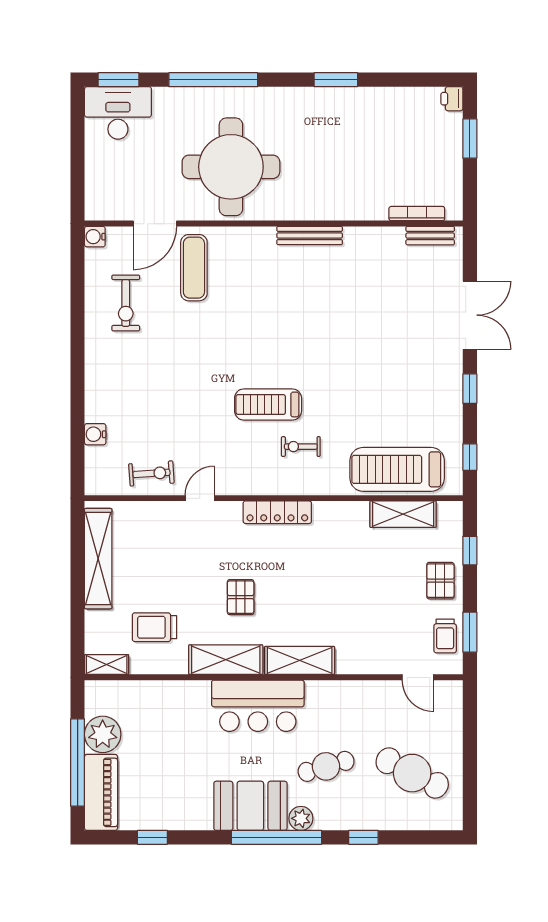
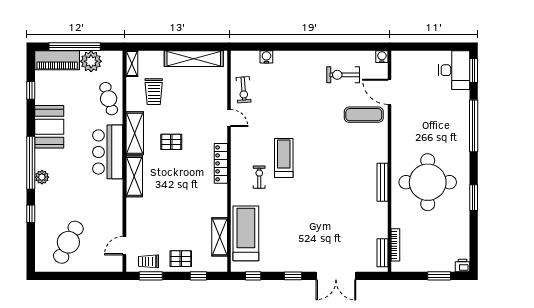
round table: (231, 167) -> (428, 182), moved
trolley: (155, 627) -> (154, 92), turned 180
cafe table: (326, 766) -> (109, 99), moved
booth: (250, 806) -> (49, 127), moved

